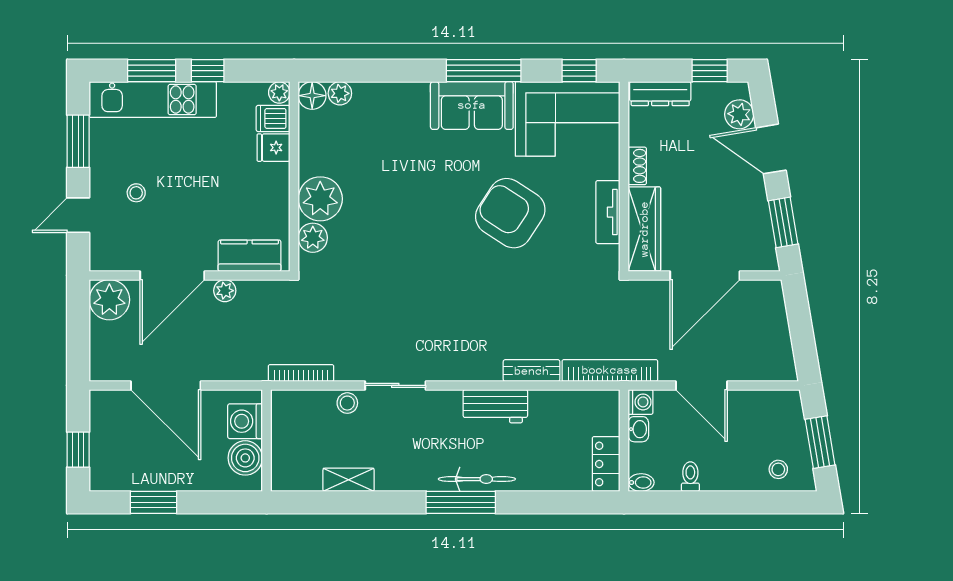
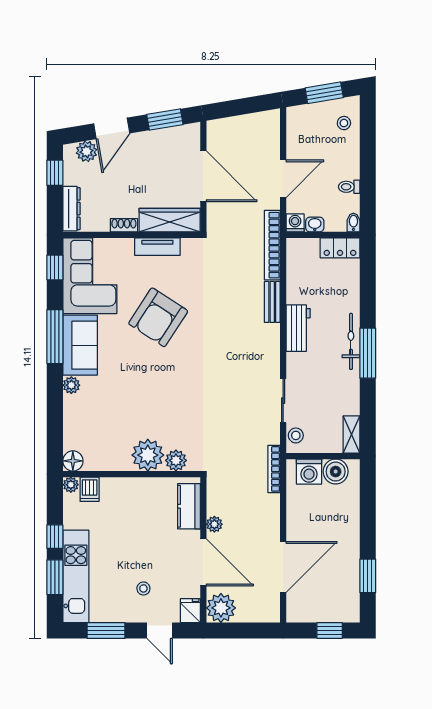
plant: (340, 93) -> (71, 385), moved
fridge: (273, 148) -> (190, 611), moved, turned 180
washing machine: (245, 421) -> (309, 472), moved
wall: (267, 440) -> (323, 456), moved
boiler: (245, 458) -> (336, 472), moved

